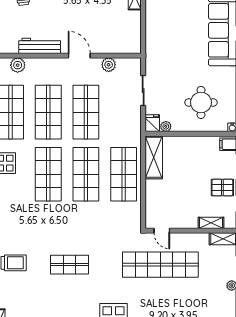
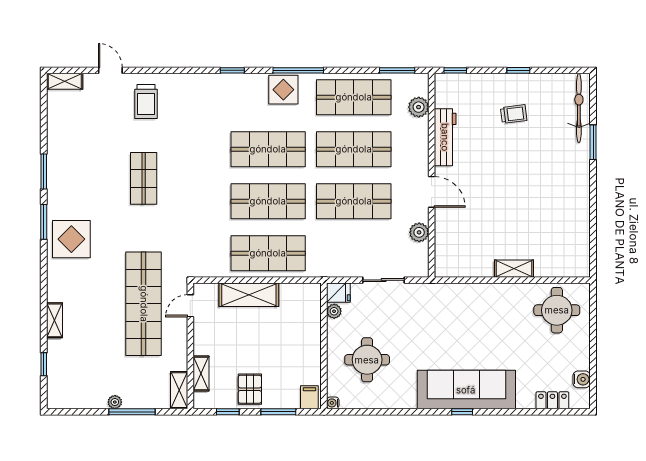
door: (79, 56) -> (432, 192), hinge flipped
shelving: (154, 157) -> (249, 295), moved

